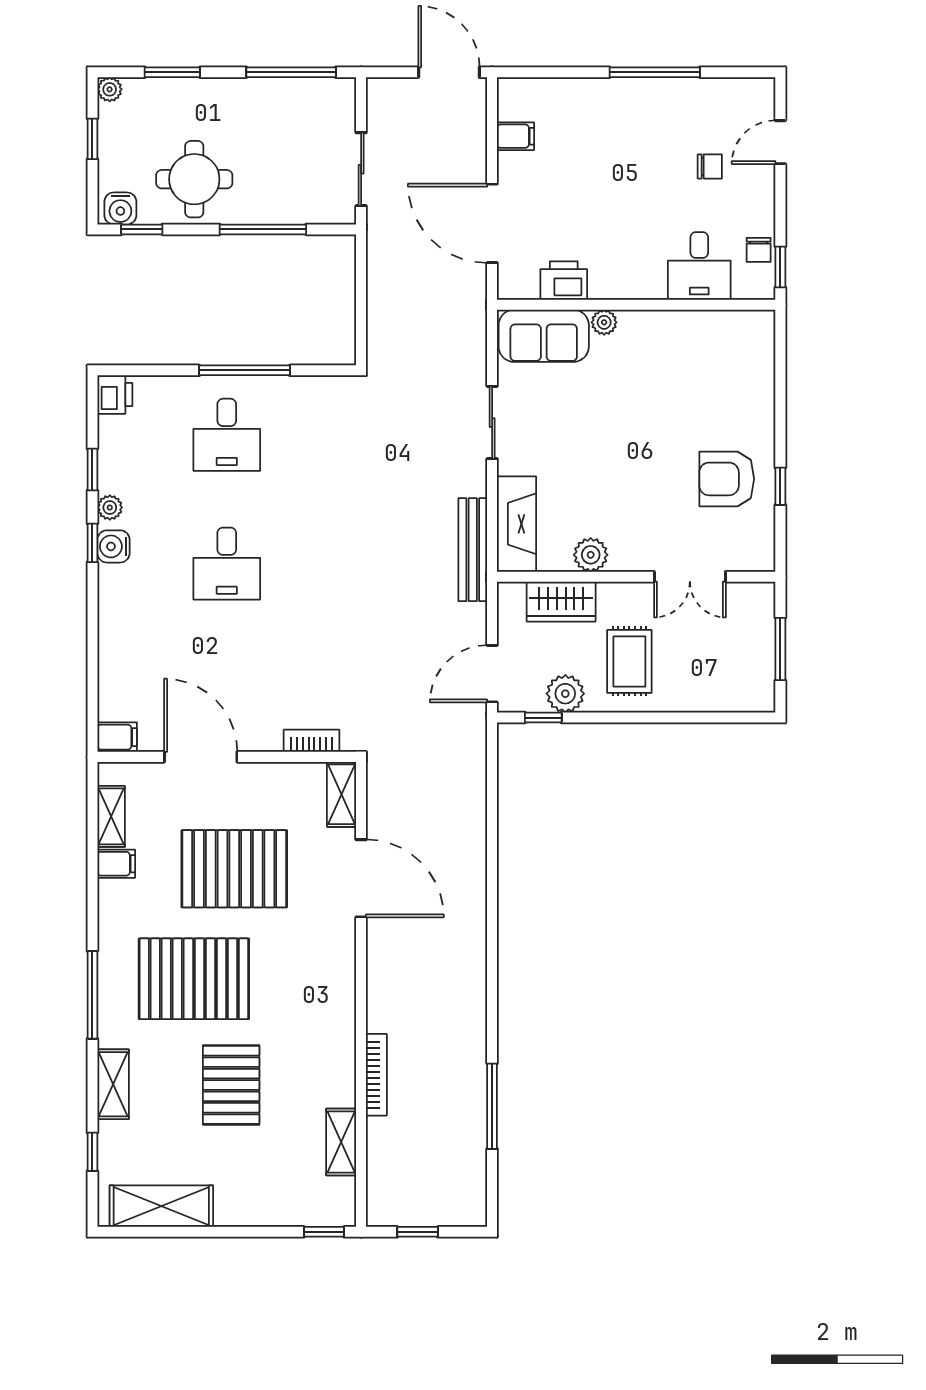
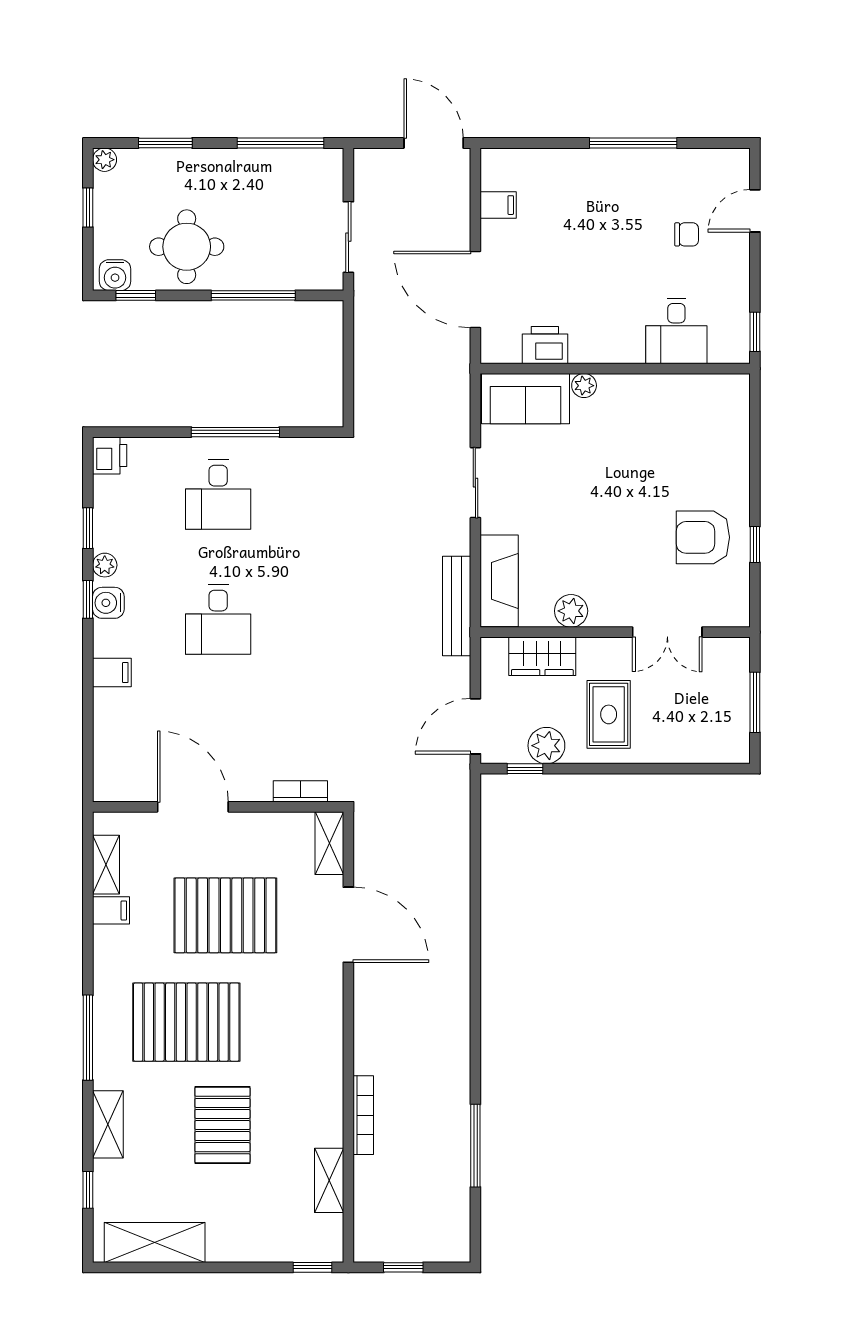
chair: (759, 250) -> (734, 315), removed
filing cabinet: (117, 737) -> (112, 673), moved

